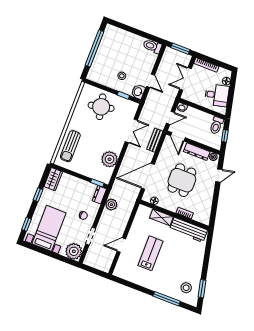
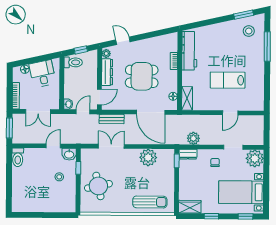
window: (94, 48) -> (42, 215), removed
door: (170, 118) -> (83, 112), hinge flipped
shelving: (161, 217) -> (187, 98), moved
door: (121, 245) -> (230, 113), hinge flipped

